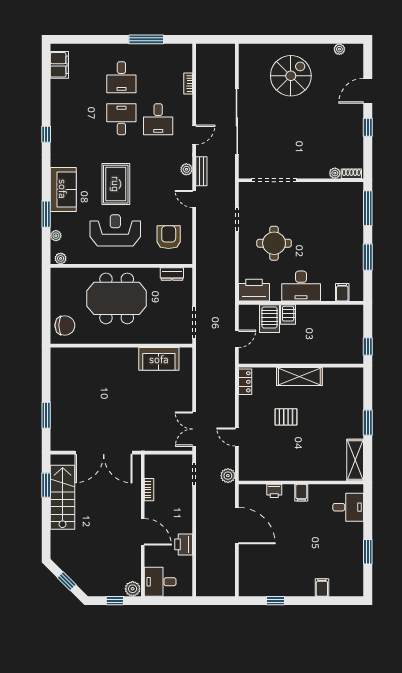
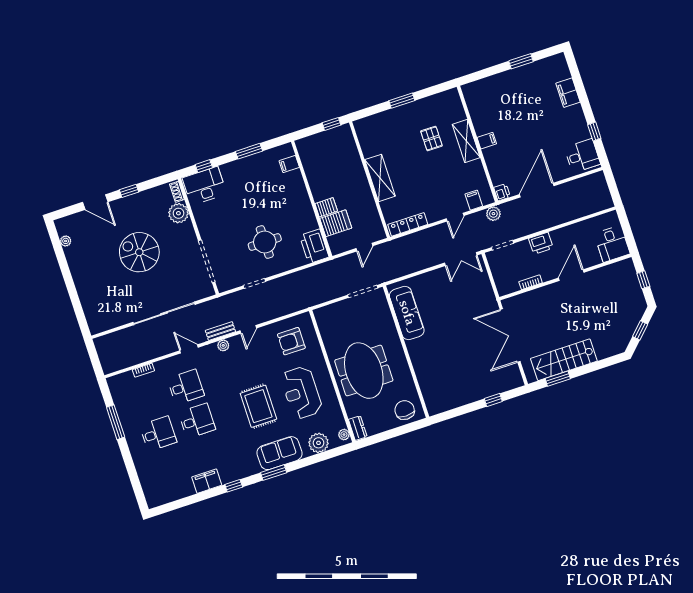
filing cabinet: (59, 65) -> (207, 481), moved
spiral stairs: (291, 76) -> (139, 252), moved
desk: (121, 119) -> (197, 421), turned 180
plant: (335, 173) -> (178, 213), width x1.88, depth x1.88
rug: (116, 184) -> (258, 406), turned 90
window: (368, 208) -> (204, 166), width x0.46
window: (46, 214) -> (274, 473), moved
plant: (56, 236) -> (318, 443), width x1.88, depth x1.88
dresser: (172, 274) -> (358, 428), moved
desk: (301, 286) -> (204, 186), moved, turned -90
door: (237, 339) -> (364, 247), swing flipped
sofa: (159, 359) -> (407, 313), width x1.36
locker: (245, 382) -> (408, 224), width x1.53
window: (46, 415) -> (493, 400), width x0.67
pallet: (286, 417) -> (431, 138), moved
double door: (104, 453) -> (510, 335), swing flipped
shelving: (355, 460) -> (466, 141), moved, turned 90
filing cabinet: (247, 461) -> (474, 200), added
printer: (274, 491) -> (502, 192), moved
desk: (348, 507) -> (582, 156), moved, turned 90
printer: (184, 544) -> (541, 243), moved
filing cabinet: (322, 587) -> (568, 93), width x2.00
plant: (133, 589) -> (627, 267), removed

